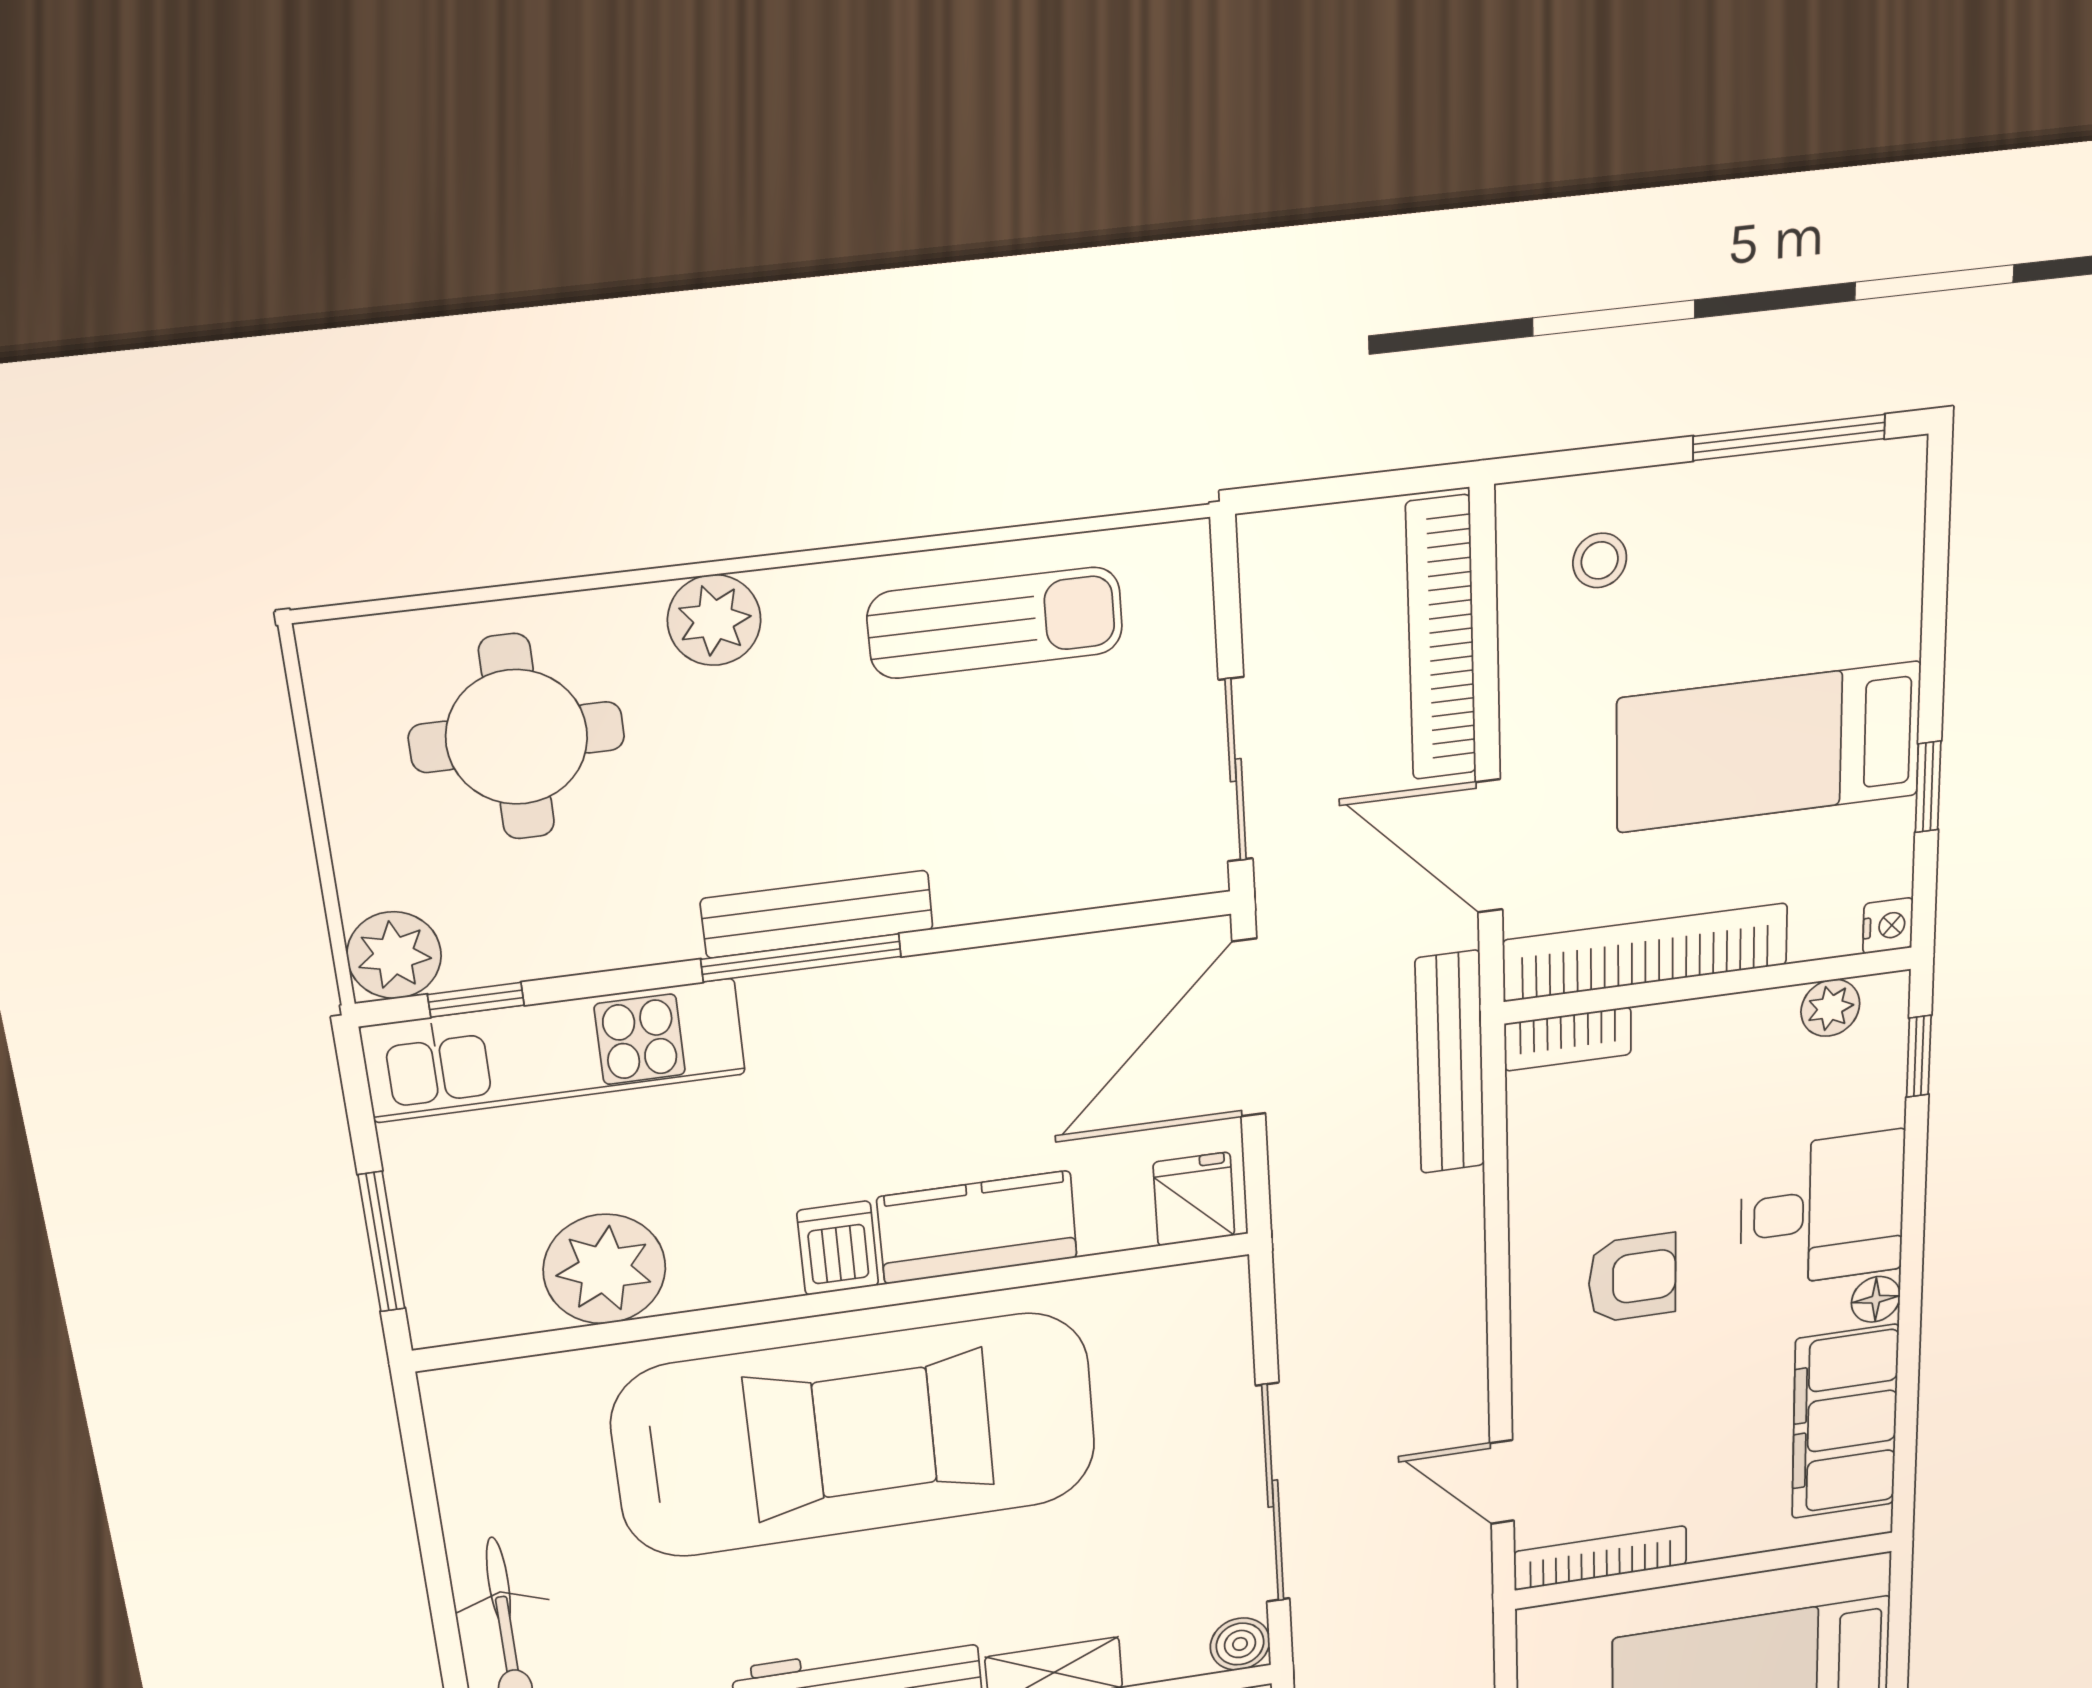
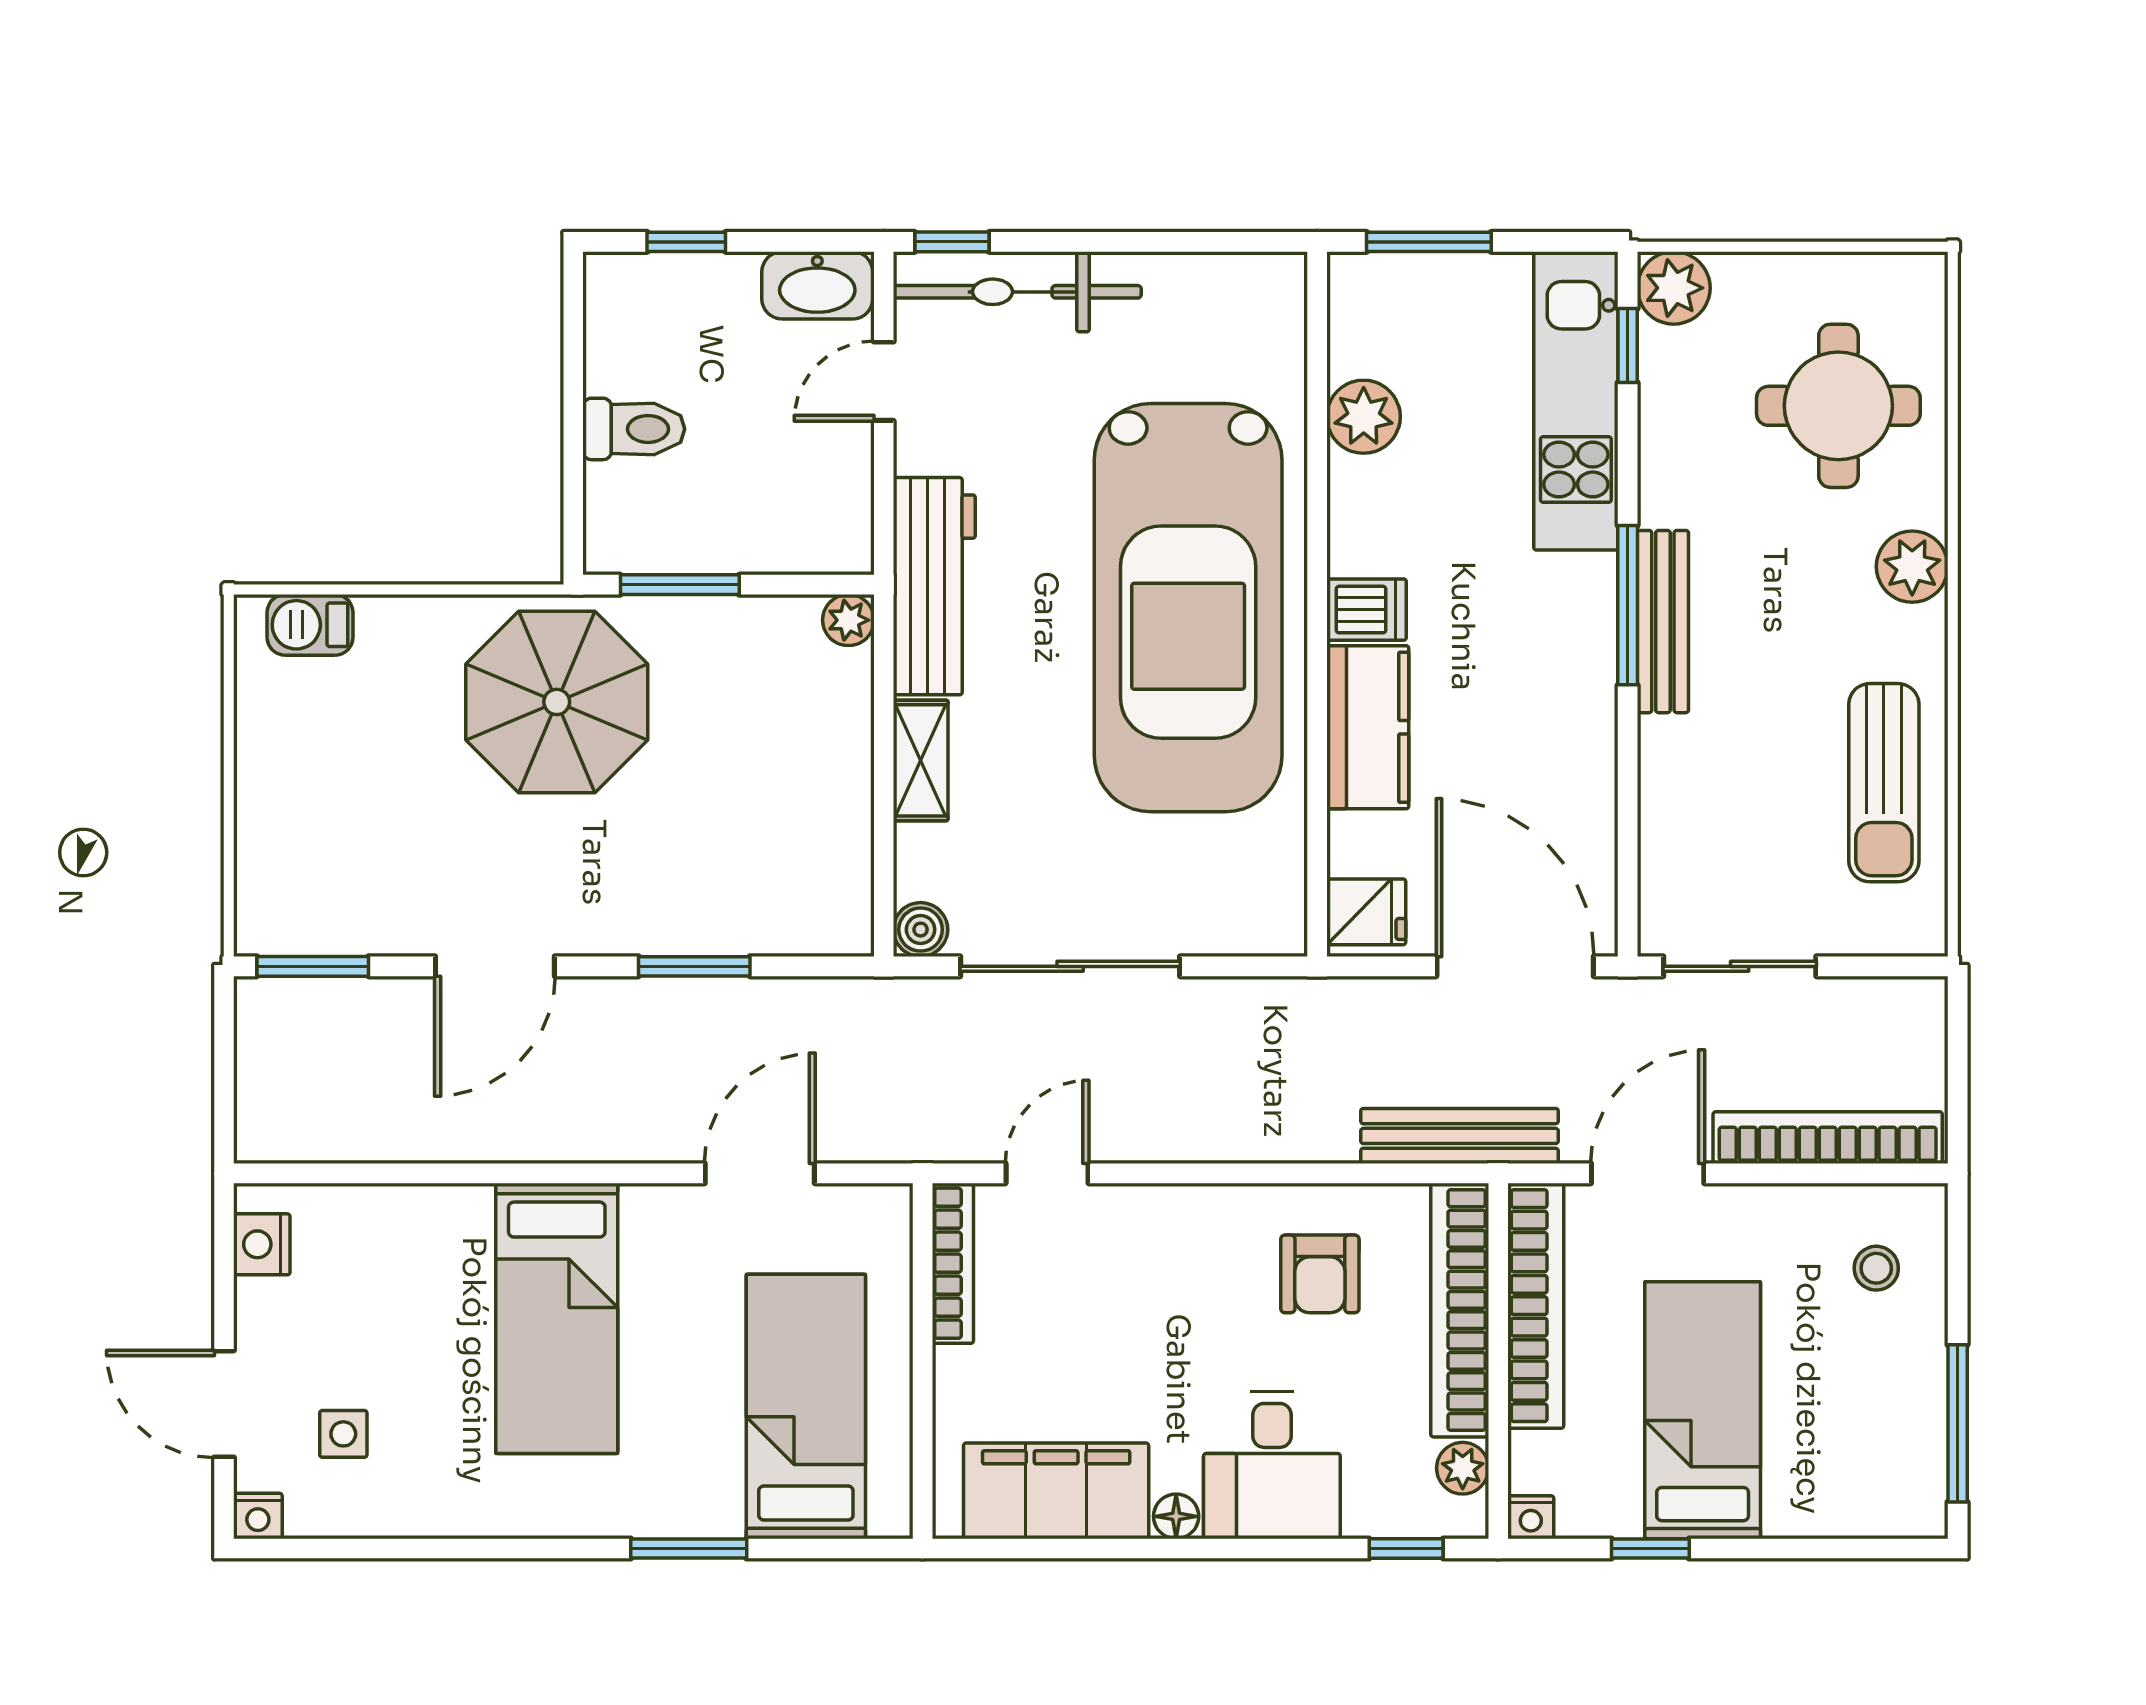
bookcase: (1568, 1039) -> (1460, 1310), width x2.31, depth x1.31
plant: (604, 1269) -> (1364, 417), width x0.73, depth x0.73
armchair: (1632, 1278) -> (1320, 1274), moved

